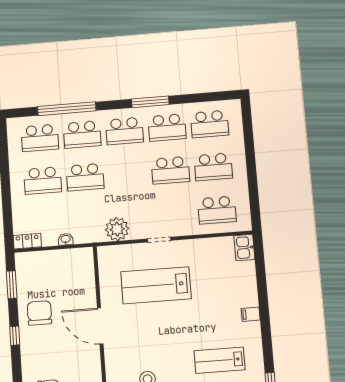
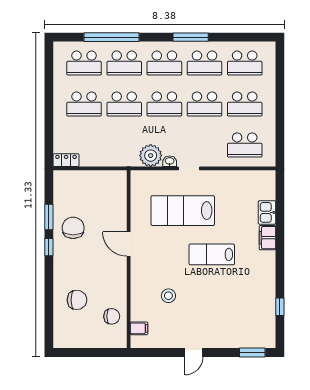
school desk: (128, 174) -> (164, 104), added
washbasin: (66, 239) -> (170, 161), moved
kitchen sink: (244, 248) -> (267, 212), moved
window: (12, 285) -> (49, 217), moved
filing cabinet: (251, 314) -> (267, 238), width x2.00
door: (100, 326) -> (129, 244), width x0.73
lab bench: (220, 360) -> (212, 254), moved

